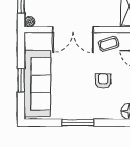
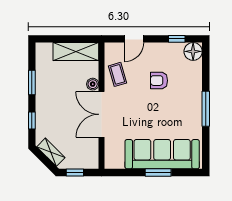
boiler: (30, 22) -> (93, 84), moved
double door: (73, 30) -> (102, 114), swing flipped

